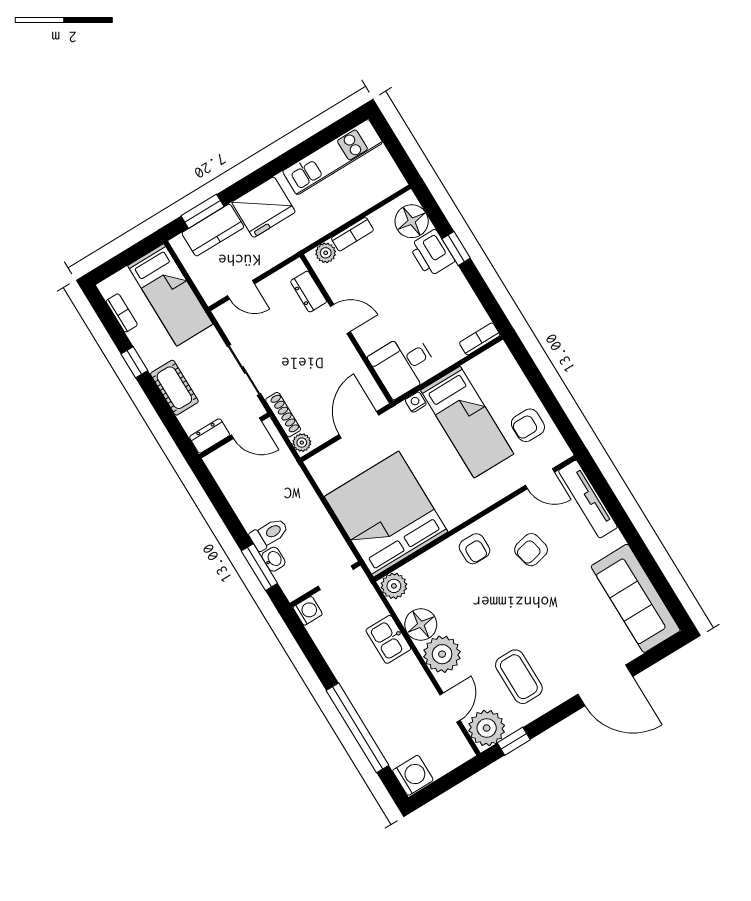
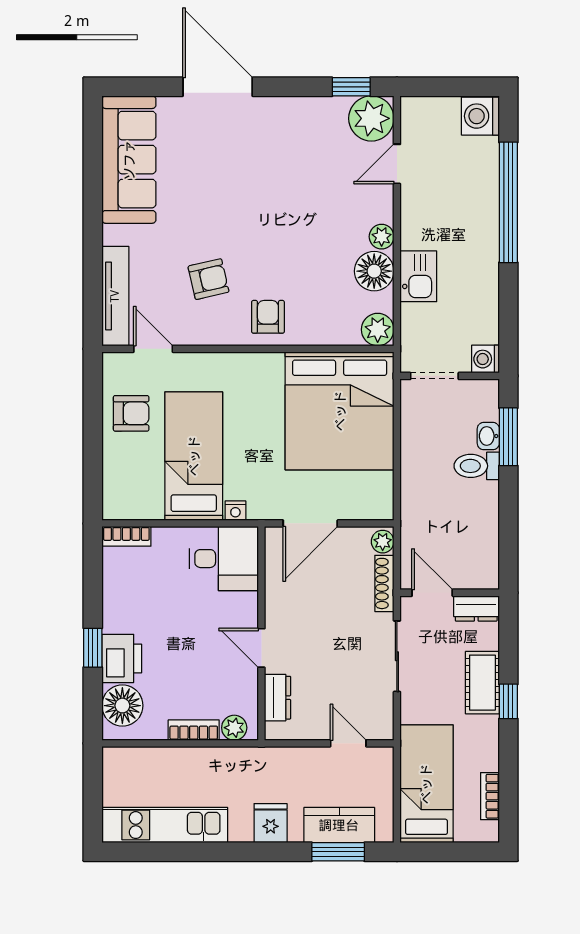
fridge: (264, 207) -> (271, 823), width x0.53, depth x0.75
window: (134, 362) -> (508, 701), moved
plant: (442, 654) -> (382, 237), width x0.53, depth x0.53
coffee table: (519, 677) -> (304, 152), removed

